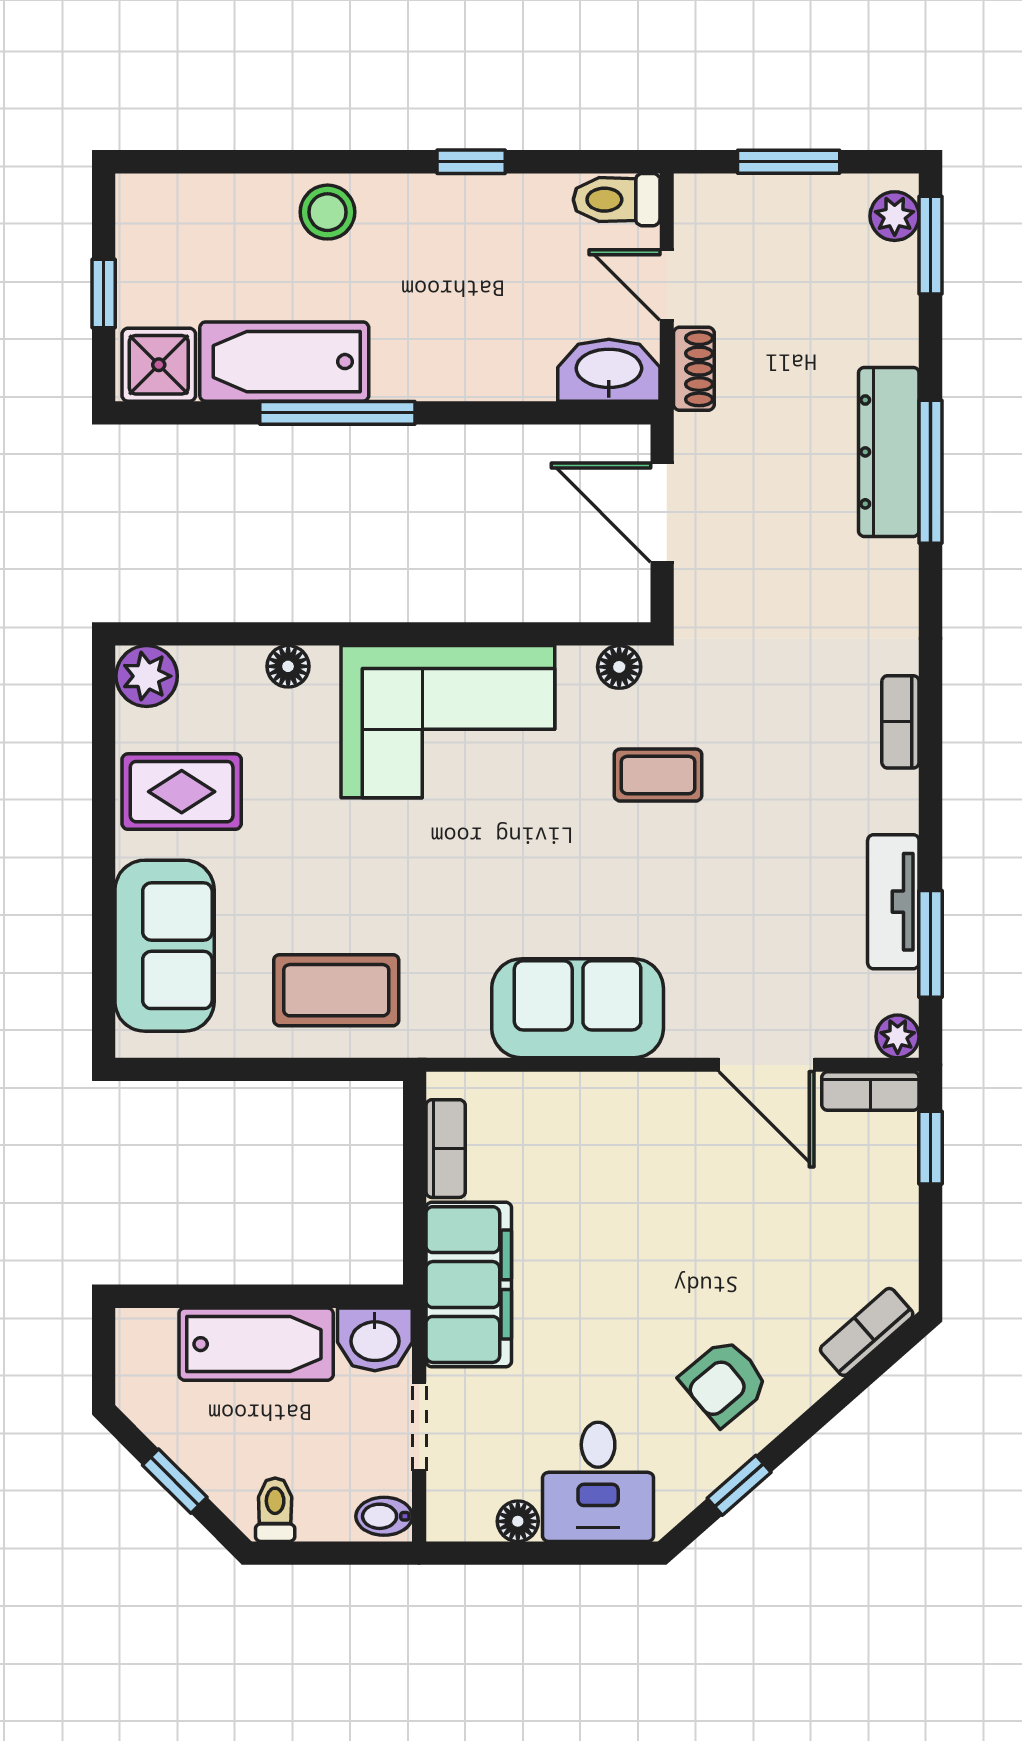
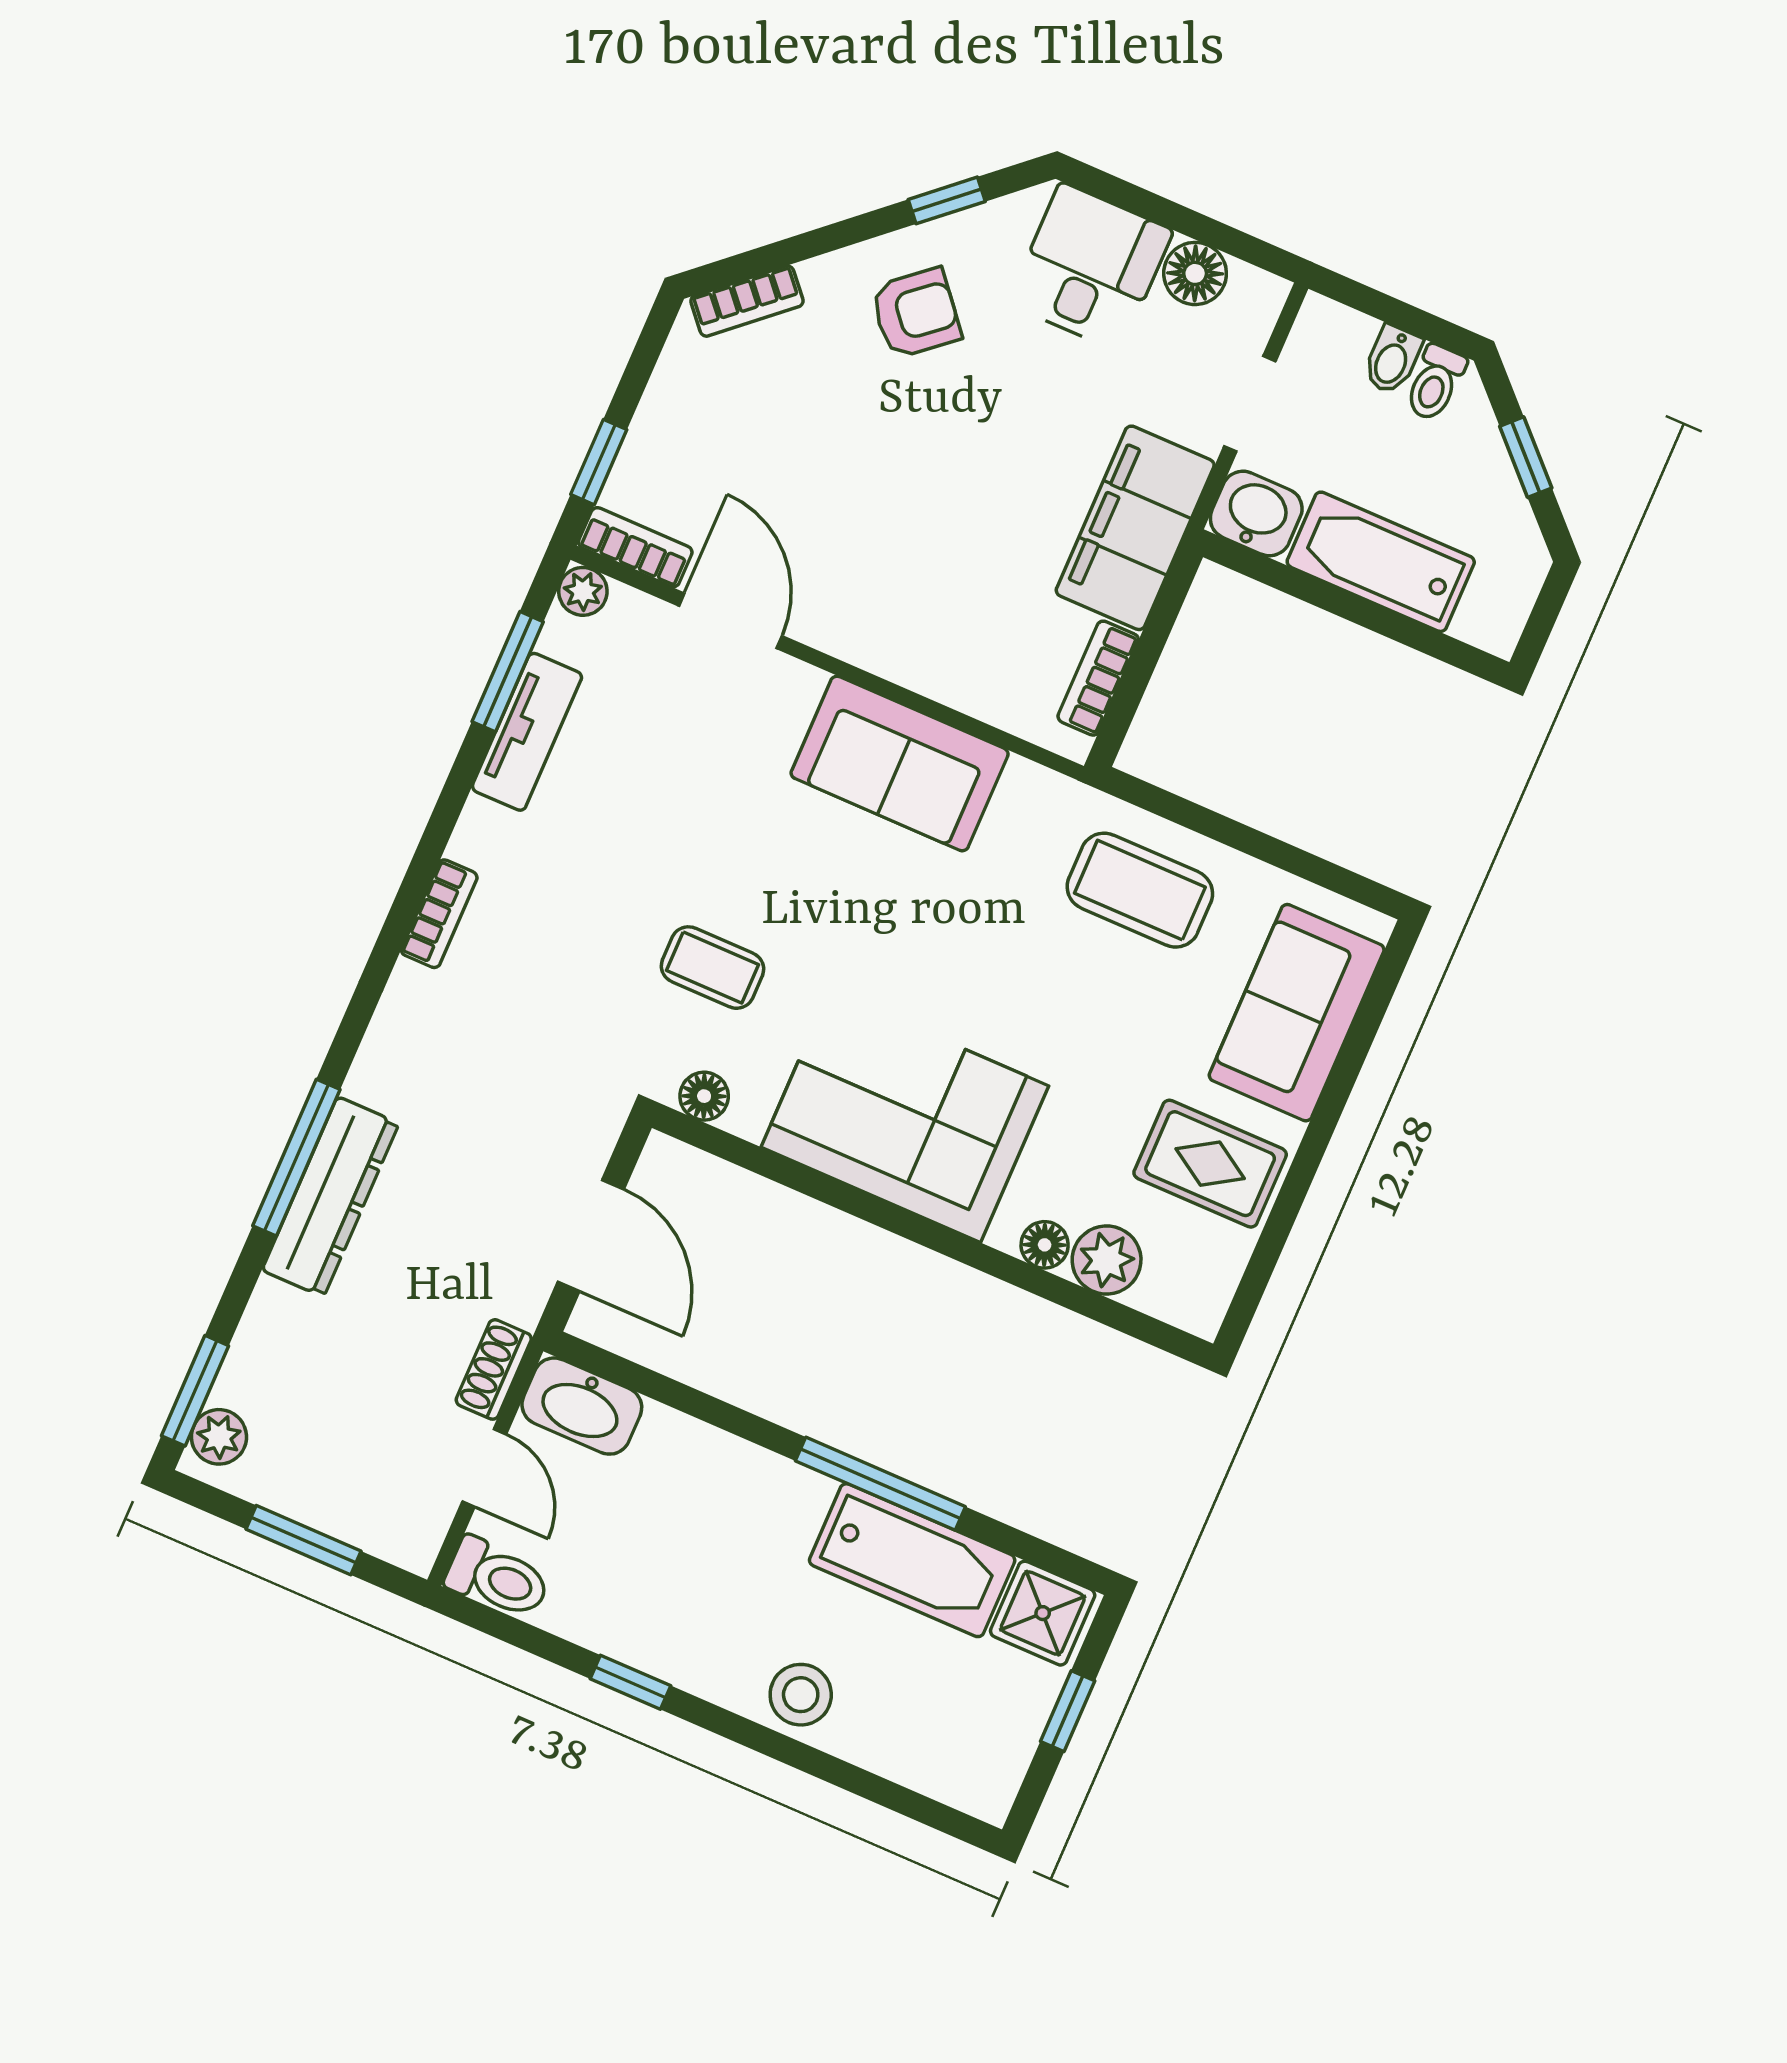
plant: (147, 676) -> (1107, 1260), moved
bidet: (384, 1516) -> (1392, 360), moved, turned 90
floor lamp: (518, 1521) -> (1195, 273), width x1.37, depth x1.37

